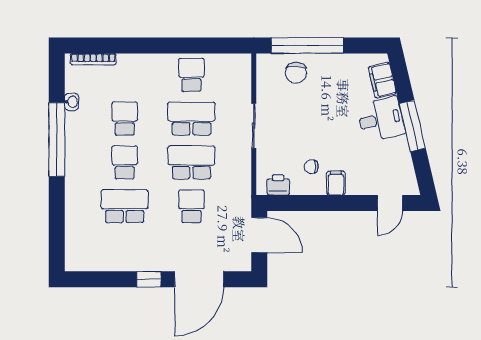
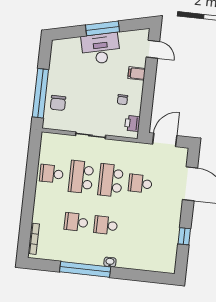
chair: (296, 73) -> (58, 103), turned 90
filing cabinet: (382, 80) -> (69, 45), removed
washbasin: (72, 102) -> (110, 262), moved
desk: (381, 119) -> (101, 49), width x1.37
filing cabinet: (336, 183) -> (137, 73), moved
school desk: (125, 206) -> (135, 229), removed
window: (149, 279) -> (184, 236), moved

